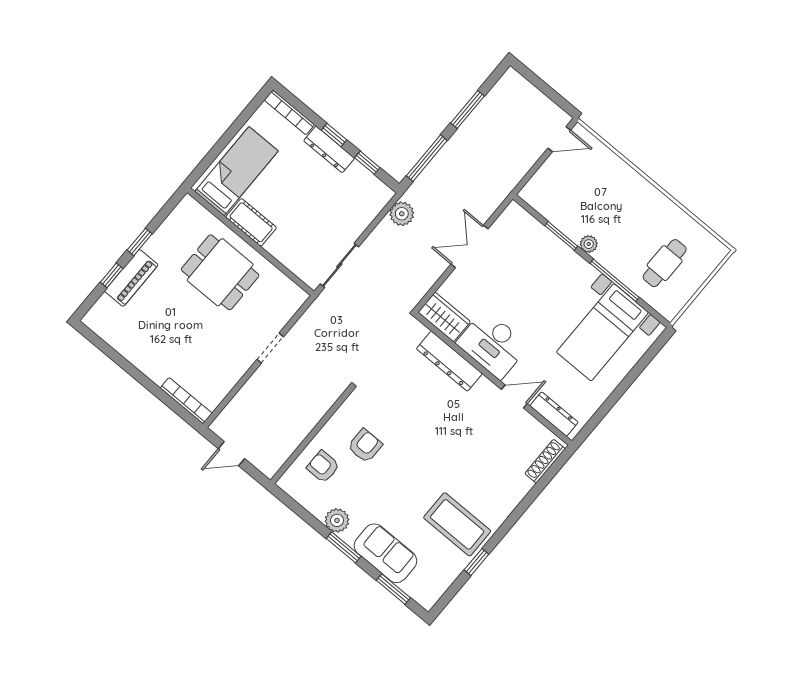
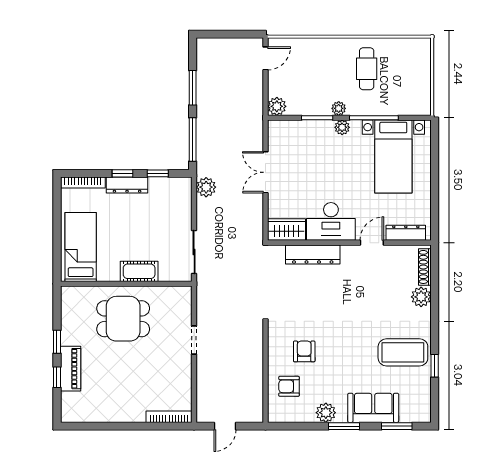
plant: (532, 193) -> (277, 106), added
cot: (251, 222) -> (139, 271), moved
cafe table: (665, 263) -> (367, 69), moved
plant: (577, 265) -> (342, 127), added
plant: (518, 486) -> (421, 297), added

